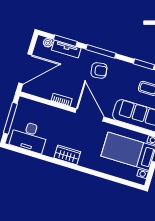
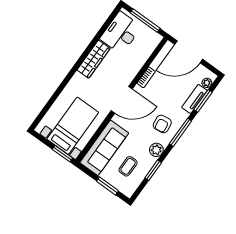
plant: (124, 68) -> (156, 150), added
door: (25, 69) -> (189, 52), hinge flipped
wardrobe: (67, 155) -> (94, 59), width x1.50

